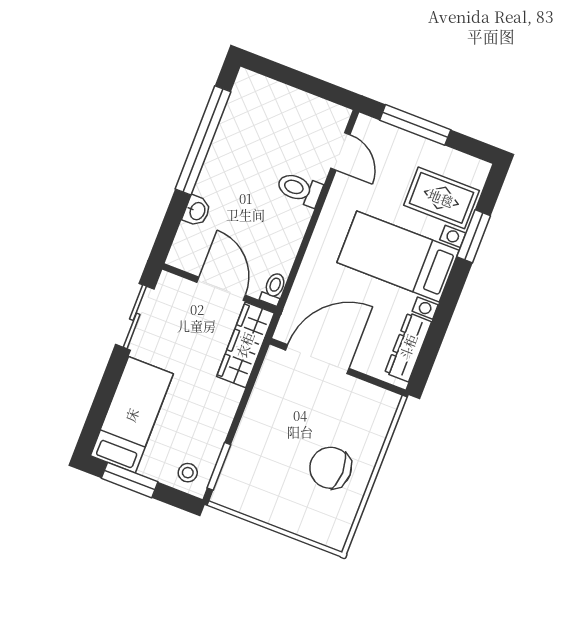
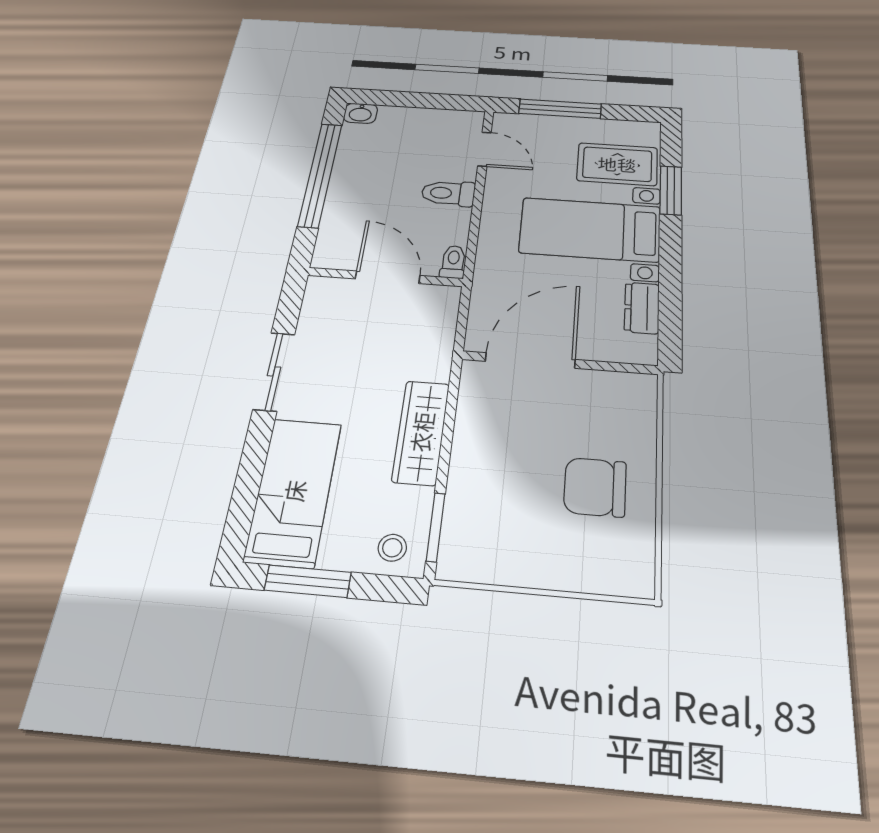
washbasin: (197, 211) -> (361, 113), moved, turned 90
wall: (219, 288) -> (385, 277), moved
door: (221, 289) -> (388, 277), moved
toilet: (274, 289) -> (453, 262), moved
wardrobe: (245, 345) -> (421, 432), moved
dresser: (408, 347) -> (642, 308), width x0.70

